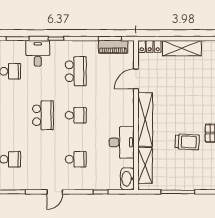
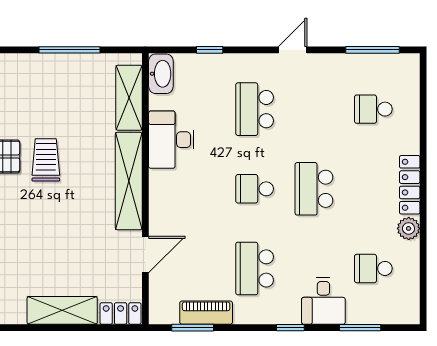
piano: (113, 47) -> (206, 313), moved
trolley: (187, 142) -> (46, 160), moved, turned 87
school desk: (76, 159) -> (255, 109), width x1.85

